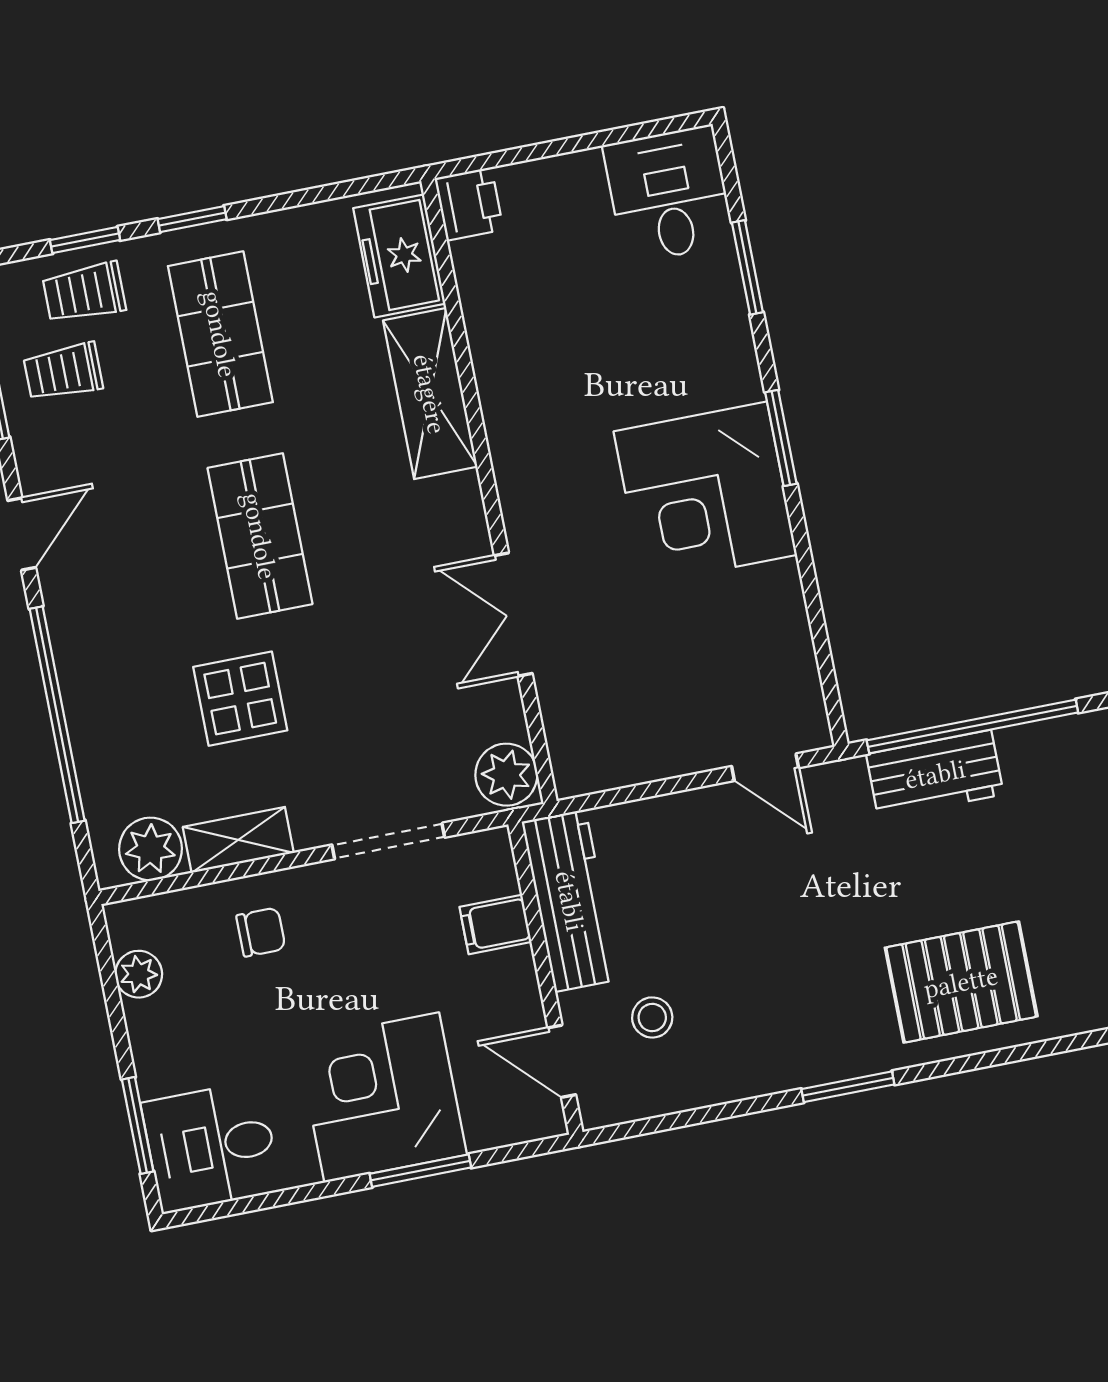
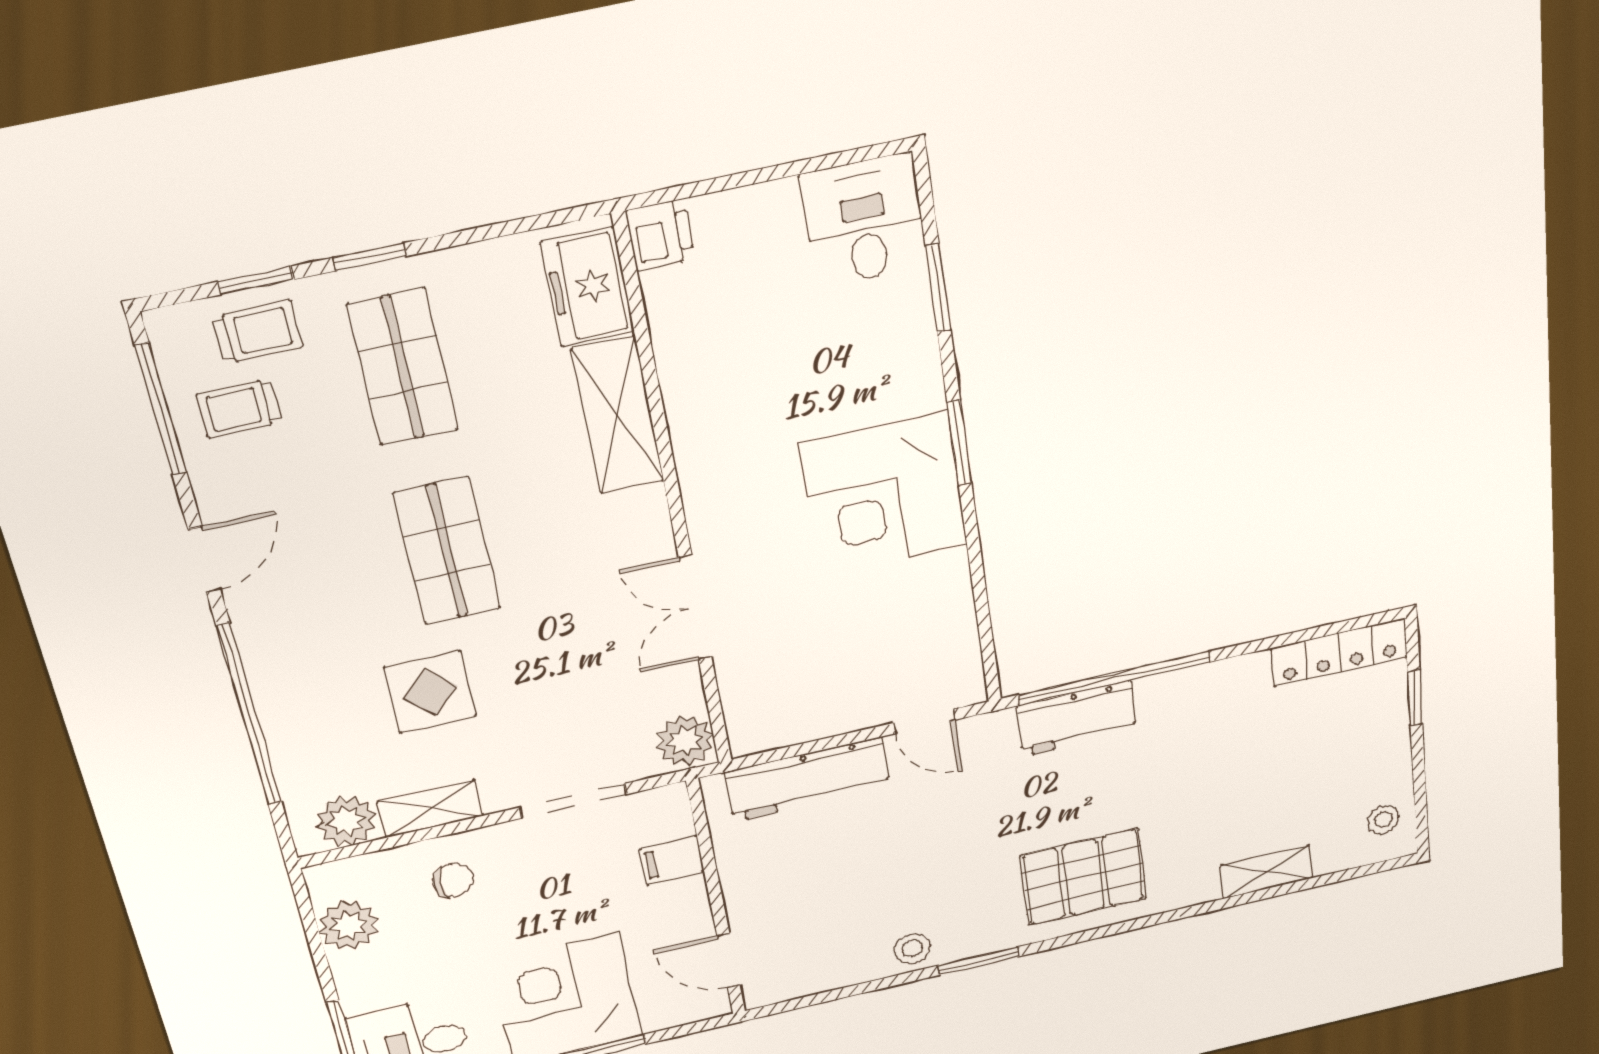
trolley: (84, 293) -> (258, 332), turned 180
workbench: (570, 901) -> (808, 779), moved, turned 90
plant: (139, 974) -> (349, 926), width x1.38, depth x1.38
stool: (652, 1017) -> (912, 949), moved

